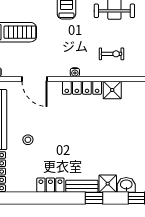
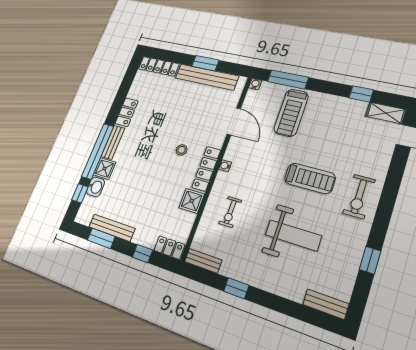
door: (35, 79) -> (234, 121), swing flipped
stool: (28, 140) -> (182, 150), moved
window: (94, 198) -> (98, 151), width x3.17

